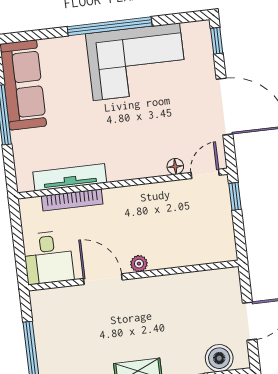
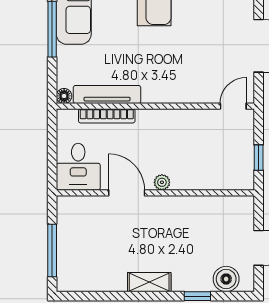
floor lamp: (175, 166) -> (64, 96), moved
window: (235, 196) -> (259, 158), moved

